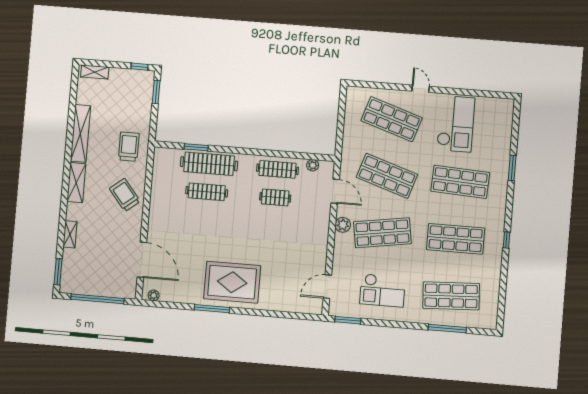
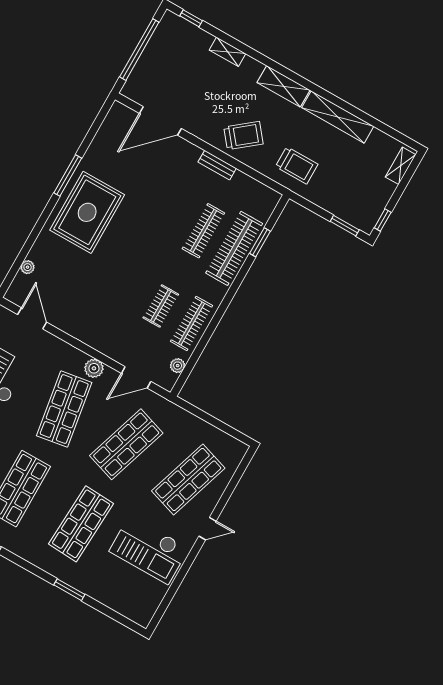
bench: (155, 204) -> (217, 165), added
window: (58, 272) -> (191, 18), width x0.67
plant: (154, 295) -> (28, 267), moved

